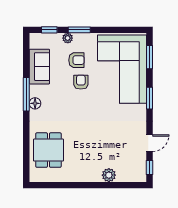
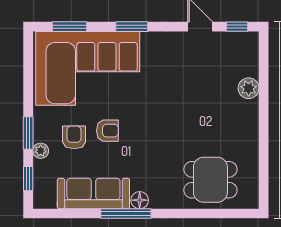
sofa: (39, 67) -> (93, 194), width x1.36
armchair: (81, 82) -> (107, 131), turned 180

